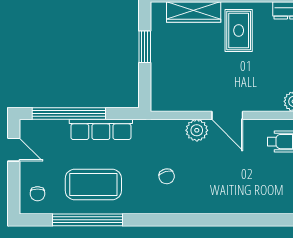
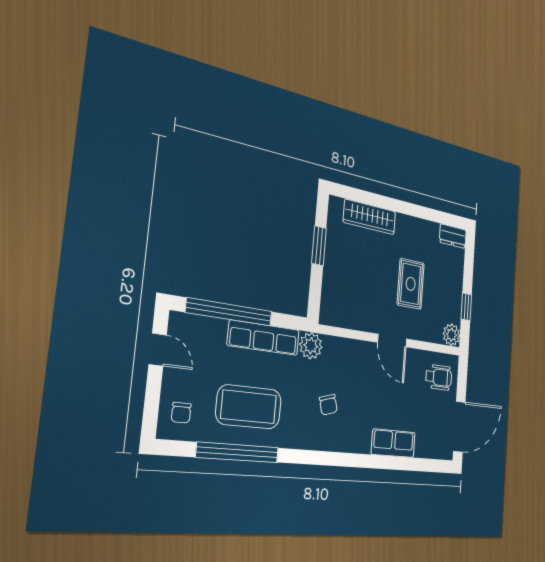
rug: (239, 31) -> (411, 284), moved
plant: (197, 130) -> (311, 346), moved
row of seats: (236, 203) -> (393, 443), added

